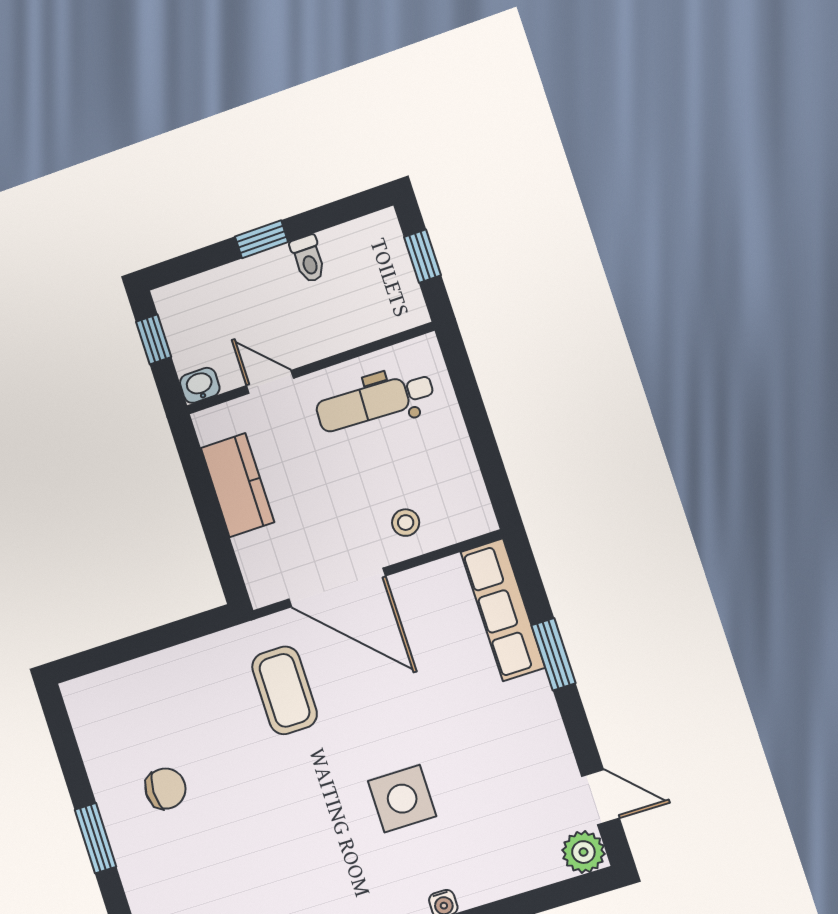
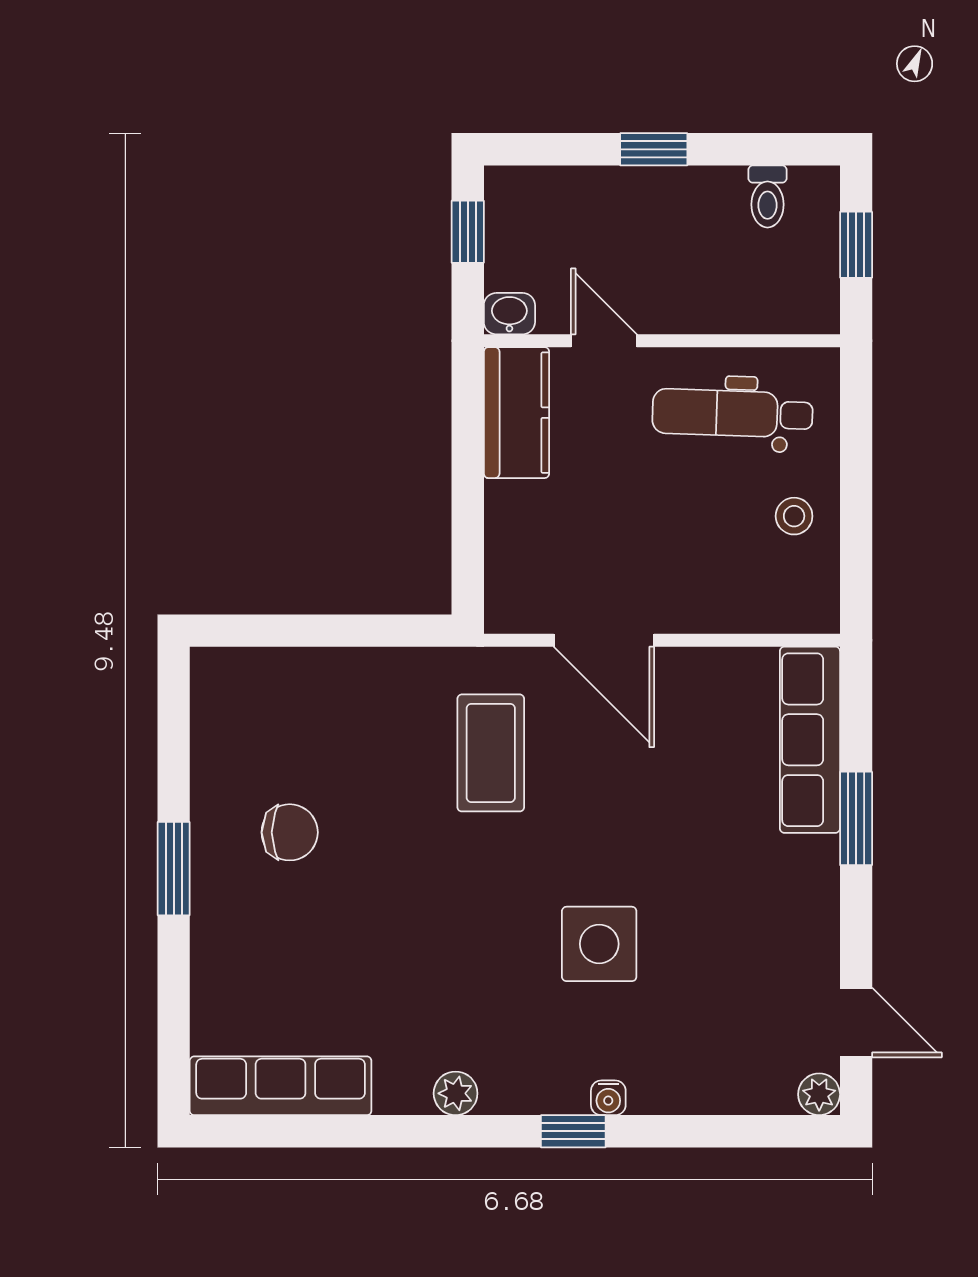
toilet: (308, 259) -> (767, 196), moved
kitchen counter: (237, 485) -> (517, 413), moved
stool: (406, 523) -> (794, 516), moved
door: (337, 588) -> (604, 640), width x0.73
plant: (583, 852) -> (819, 1094), width x0.73, depth x0.73

